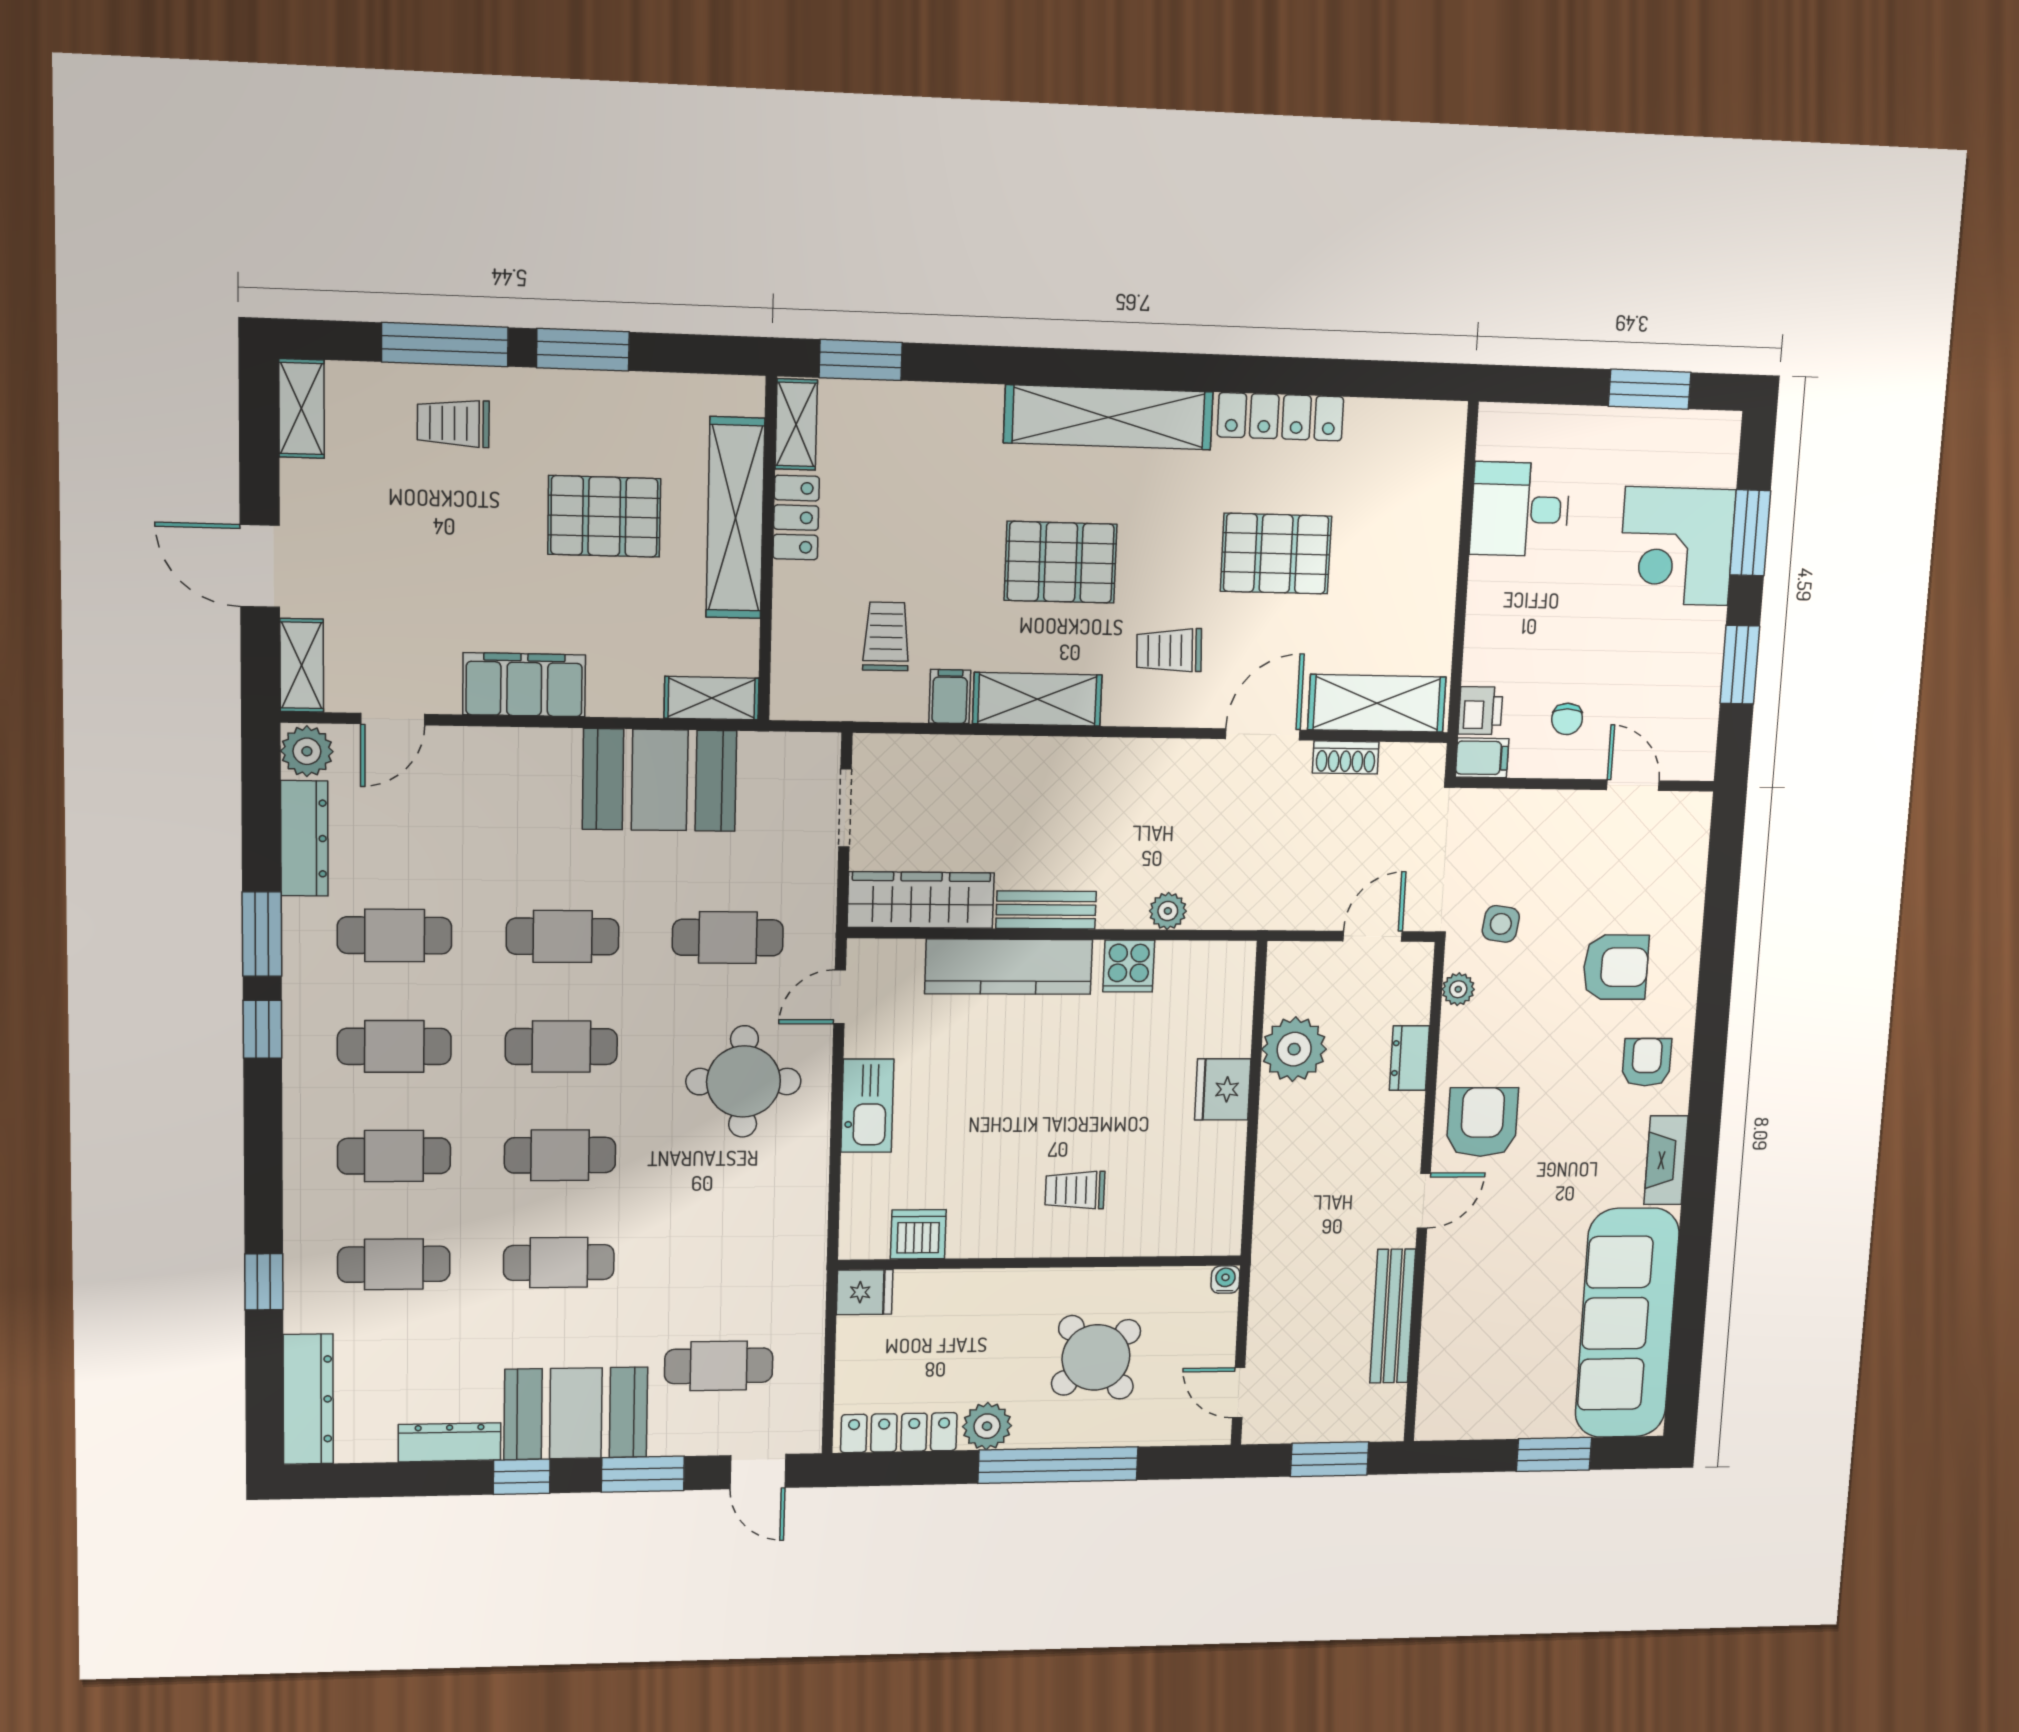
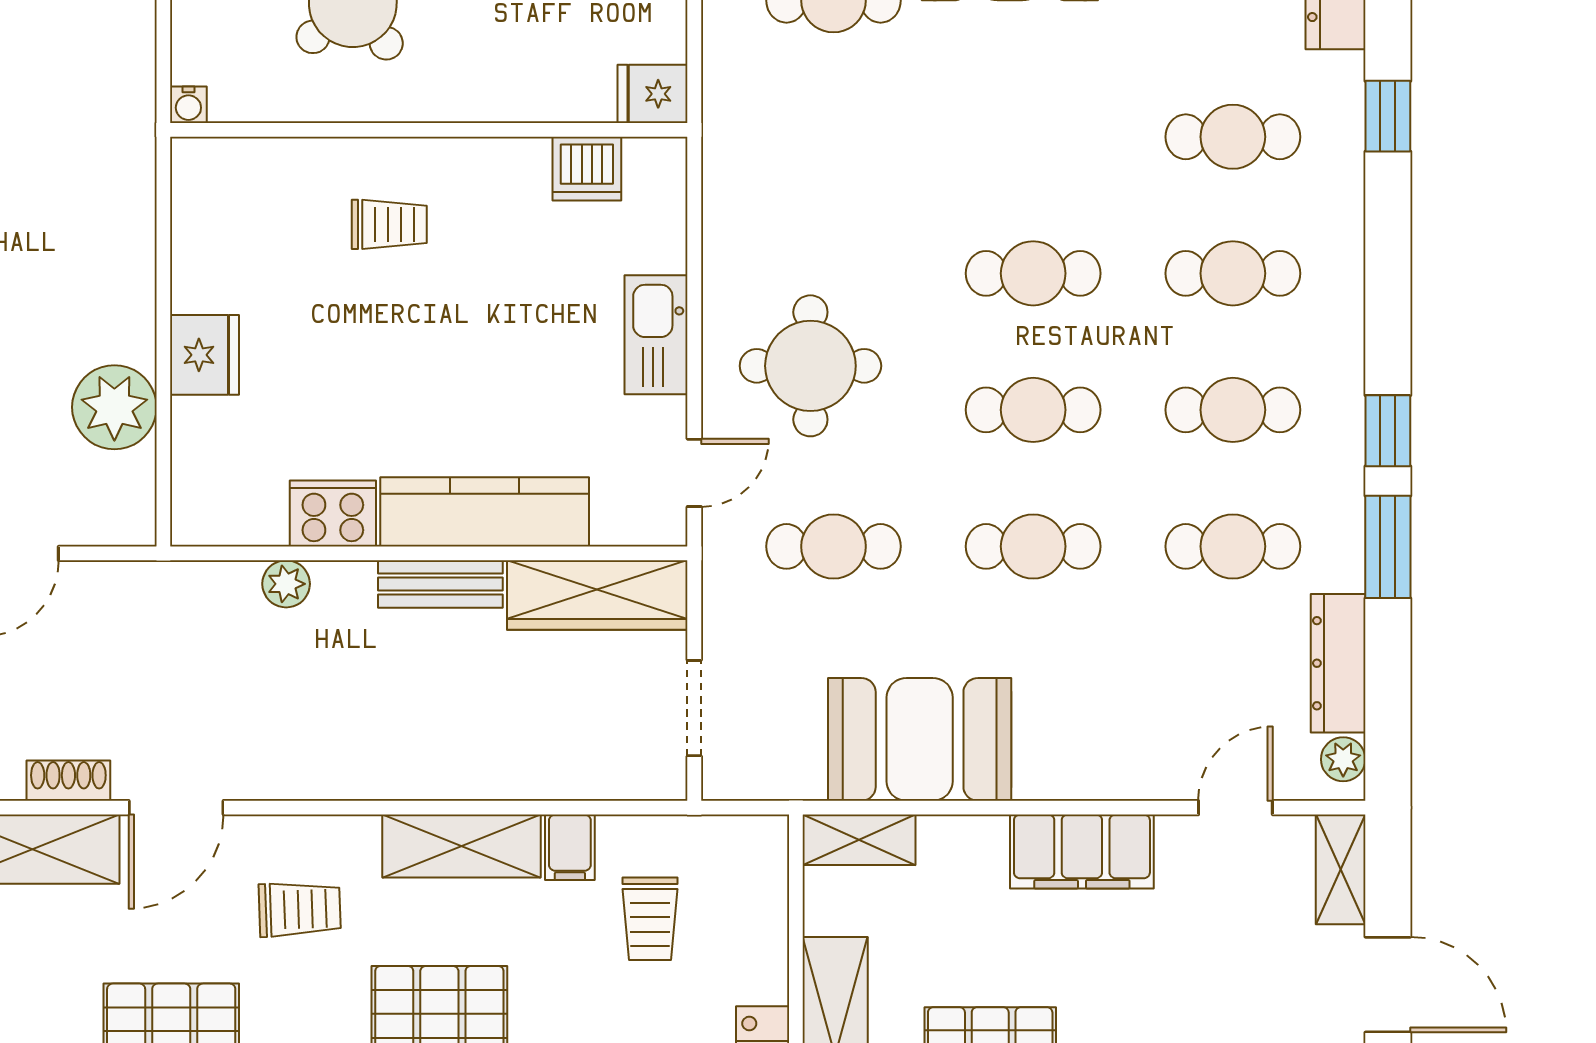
plant: (307, 751) -> (1343, 759), width x0.73, depth x0.73
cooker: (1129, 966) -> (333, 513), width x1.36
cafe table: (559, 1262) -> (1033, 137), removed

